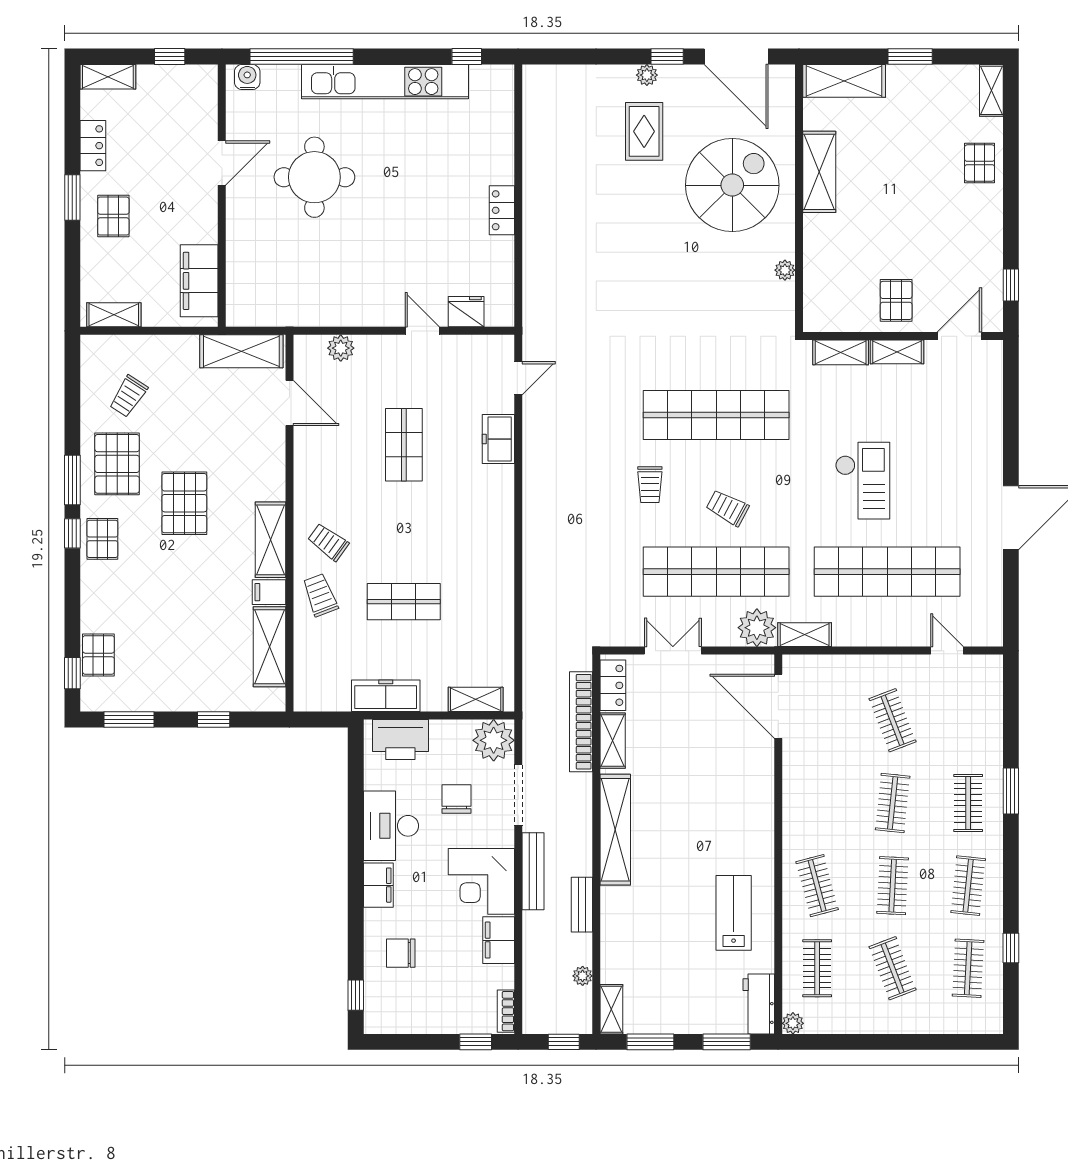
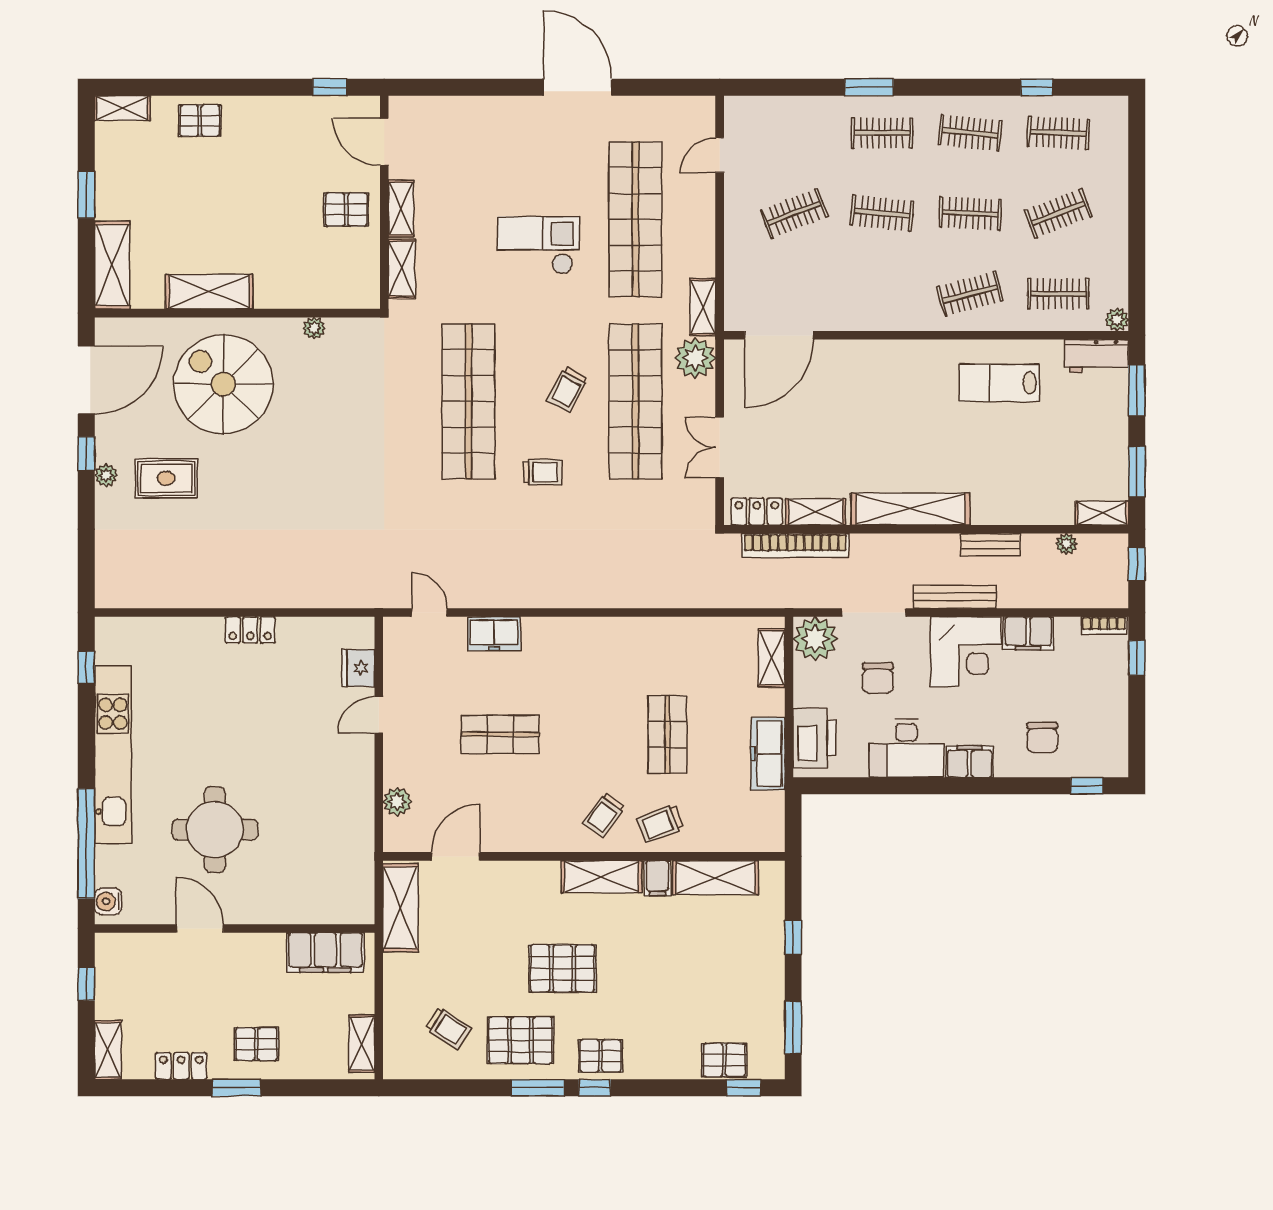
chair: (457, 799) -> (878, 678), turned -90

